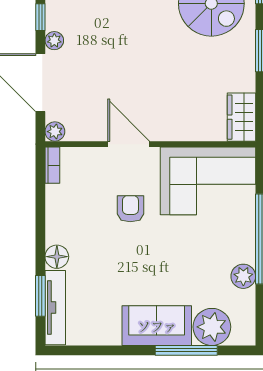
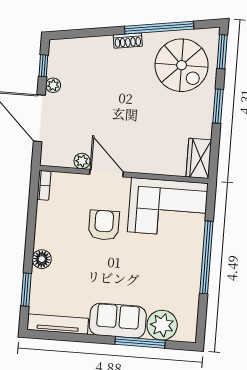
plant: (55, 132) -> (82, 161), moved
armchair: (130, 209) -> (104, 225), width x1.38, depth x1.38
plant: (243, 276) -> (190, 286), removed
tv unit: (55, 308) -> (58, 324), moved, turned -90

